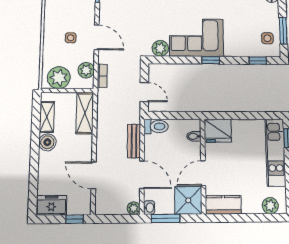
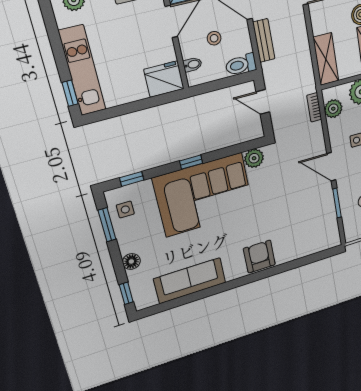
door: (97, 37) -> (331, 167), moved
corner sofa: (196, 38) -> (204, 195), width x1.36, depth x1.36
stool: (173, 153) -> (214, 38), added

